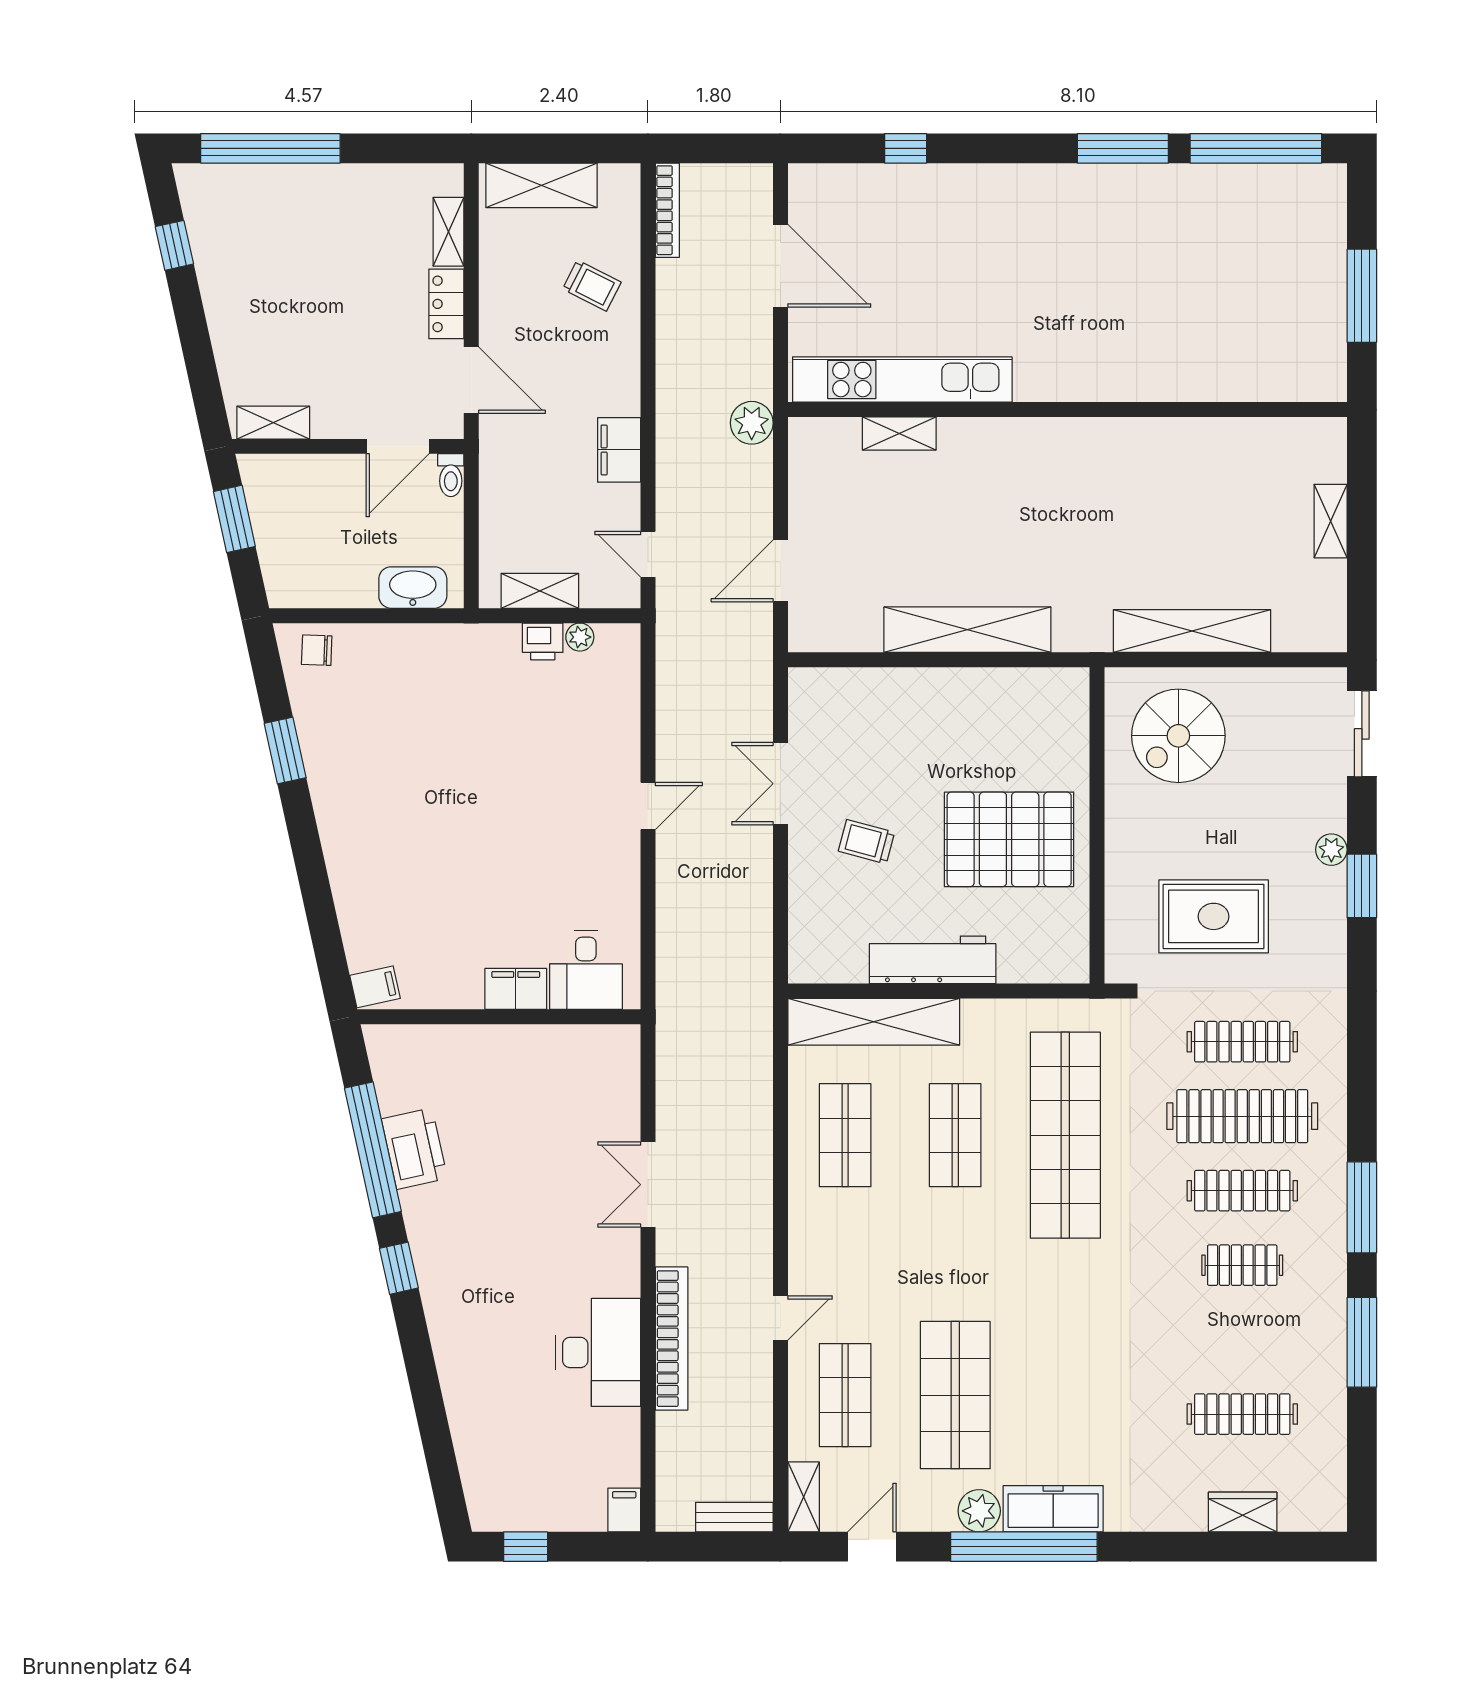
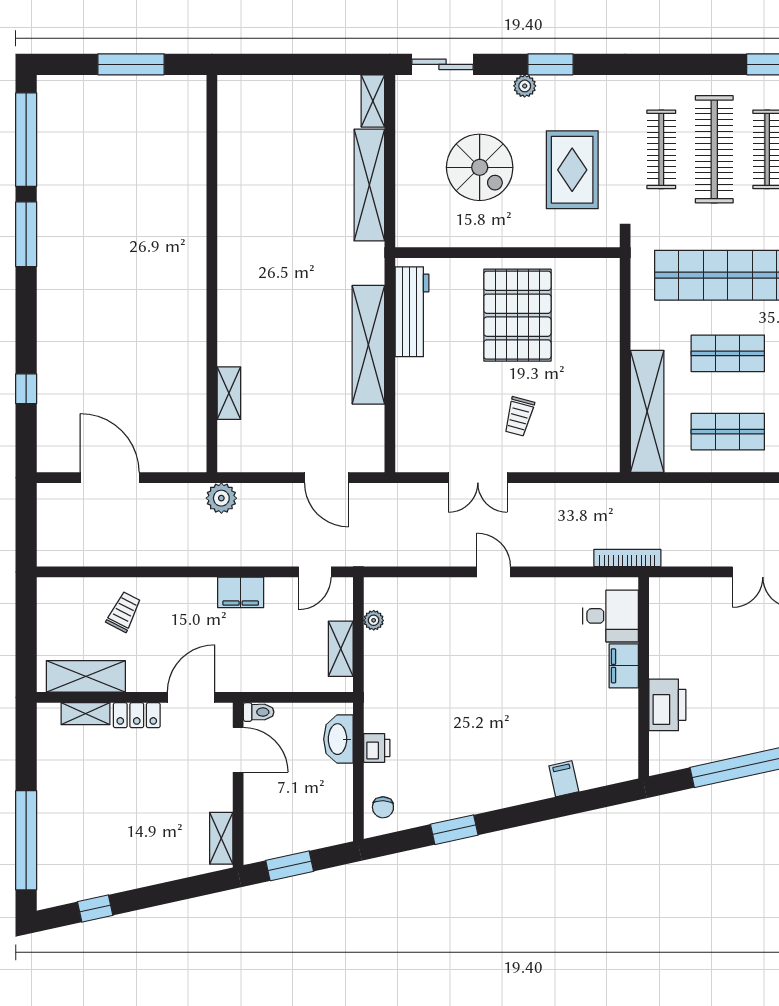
shelving: (542, 185) -> (86, 676), moved, turned 90
bookcase: (667, 210) -> (627, 558), moved
door: (780, 266) -> (110, 478), hinge flipped
kitchen unit: (902, 380) -> (191, 391), removed
shelving: (1331, 521) -> (373, 101), moved, turned 90
printer: (543, 641) -> (377, 748), moved
spiral stairs: (1178, 736) -> (480, 167), moved
workbench: (933, 960) -> (412, 312), moved, turned 180
filing cabinet: (375, 987) -> (564, 779), moved
printer: (414, 1149) -> (667, 705), moved, turned 102

